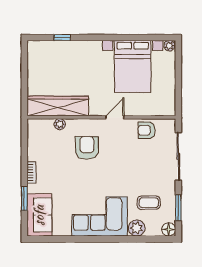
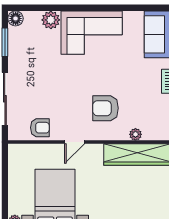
armchair: (87, 148) -> (106, 108), turned 90
coffee table: (149, 203) -> (37, 48), removed

